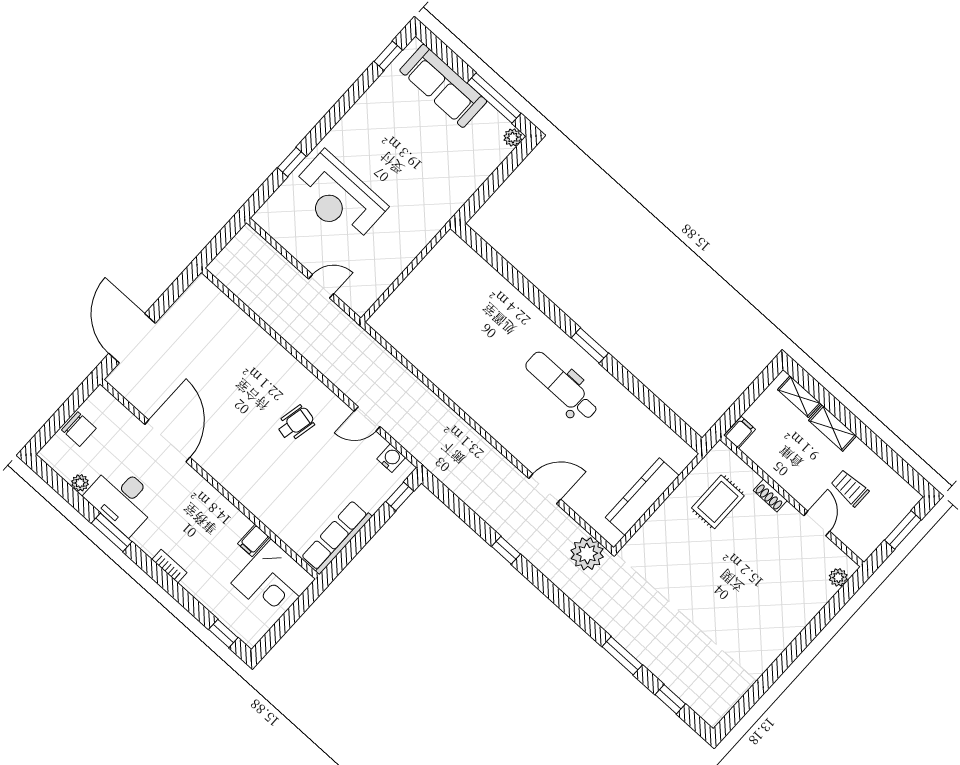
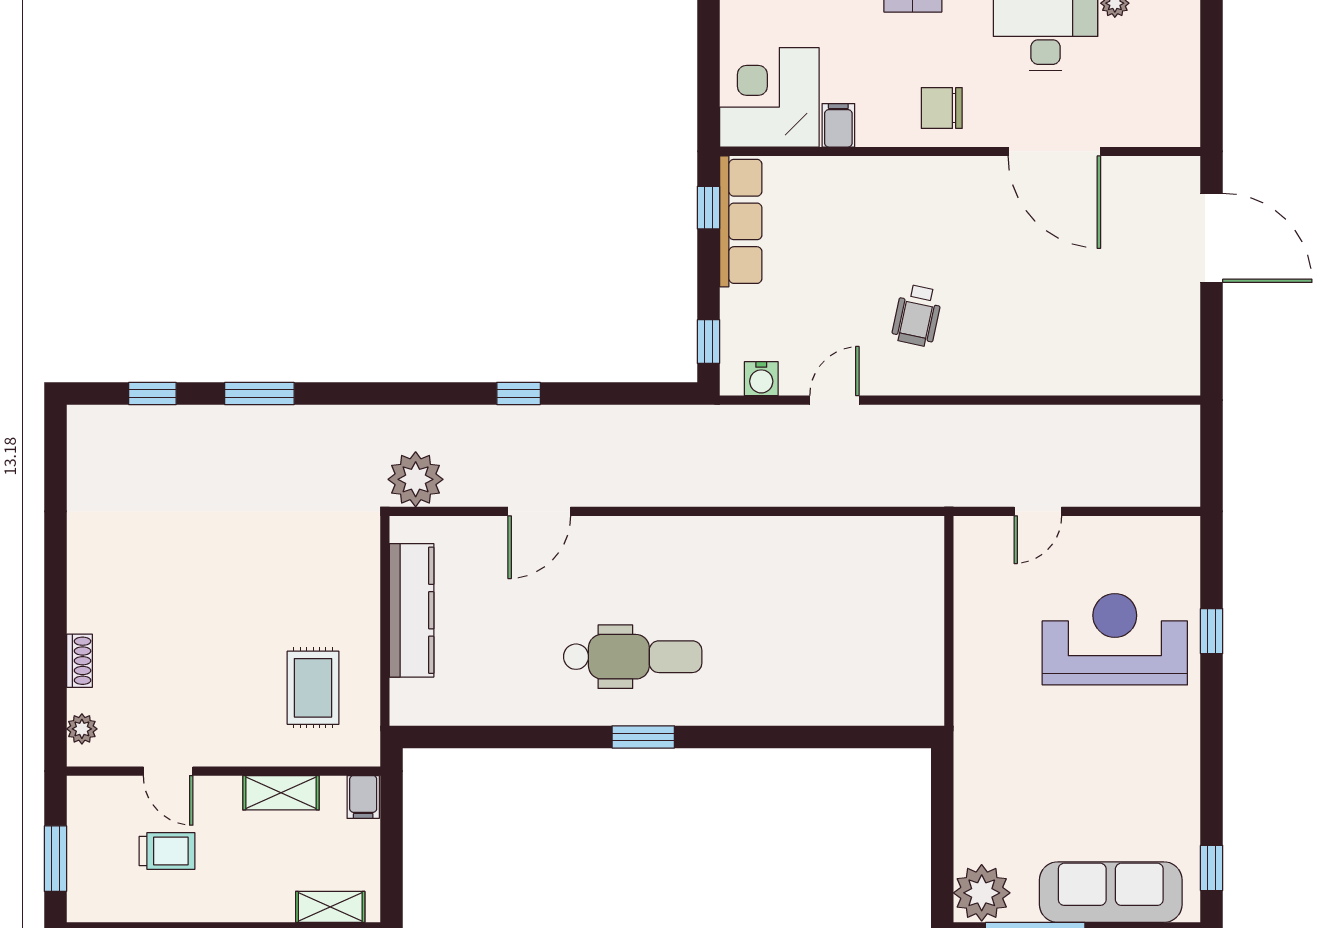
plant: (513, 137) -> (982, 893), width x1.87, depth x1.87
shelving: (833, 428) -> (281, 793), moved
chair: (79, 429) -> (942, 108), moved
shoe rack: (770, 495) -> (79, 661), moved, turned 90
window: (345, 556) -> (708, 208), added

